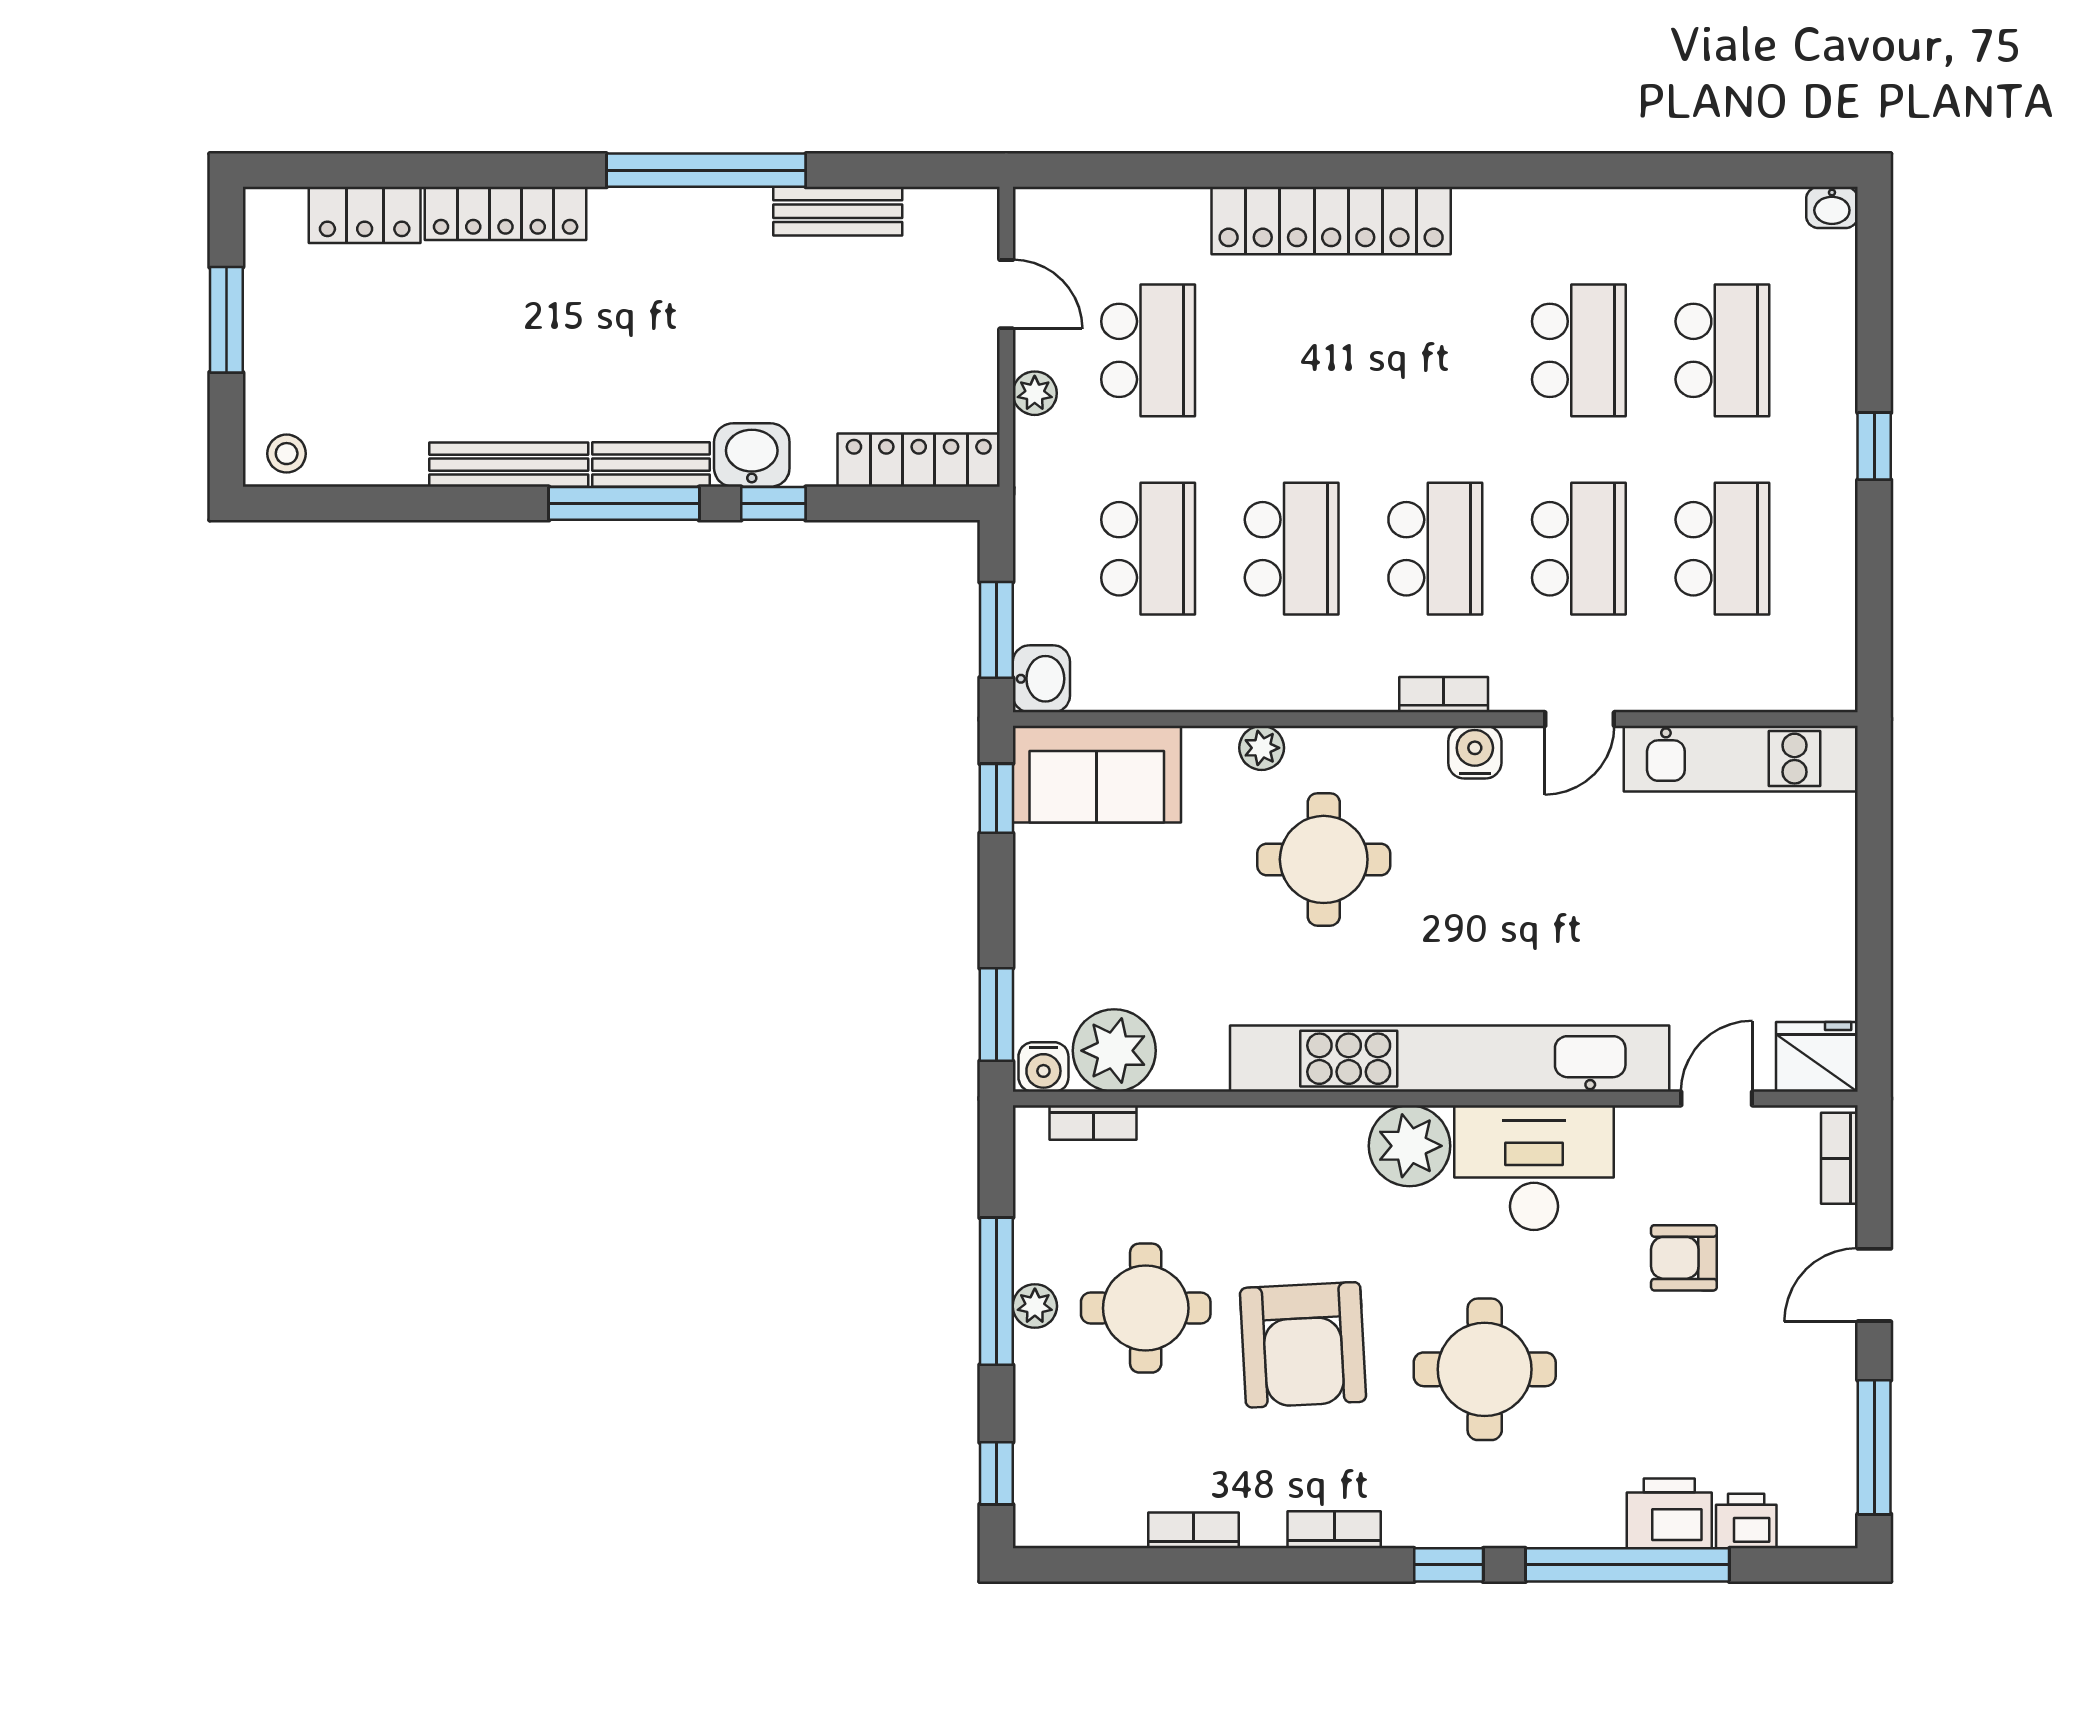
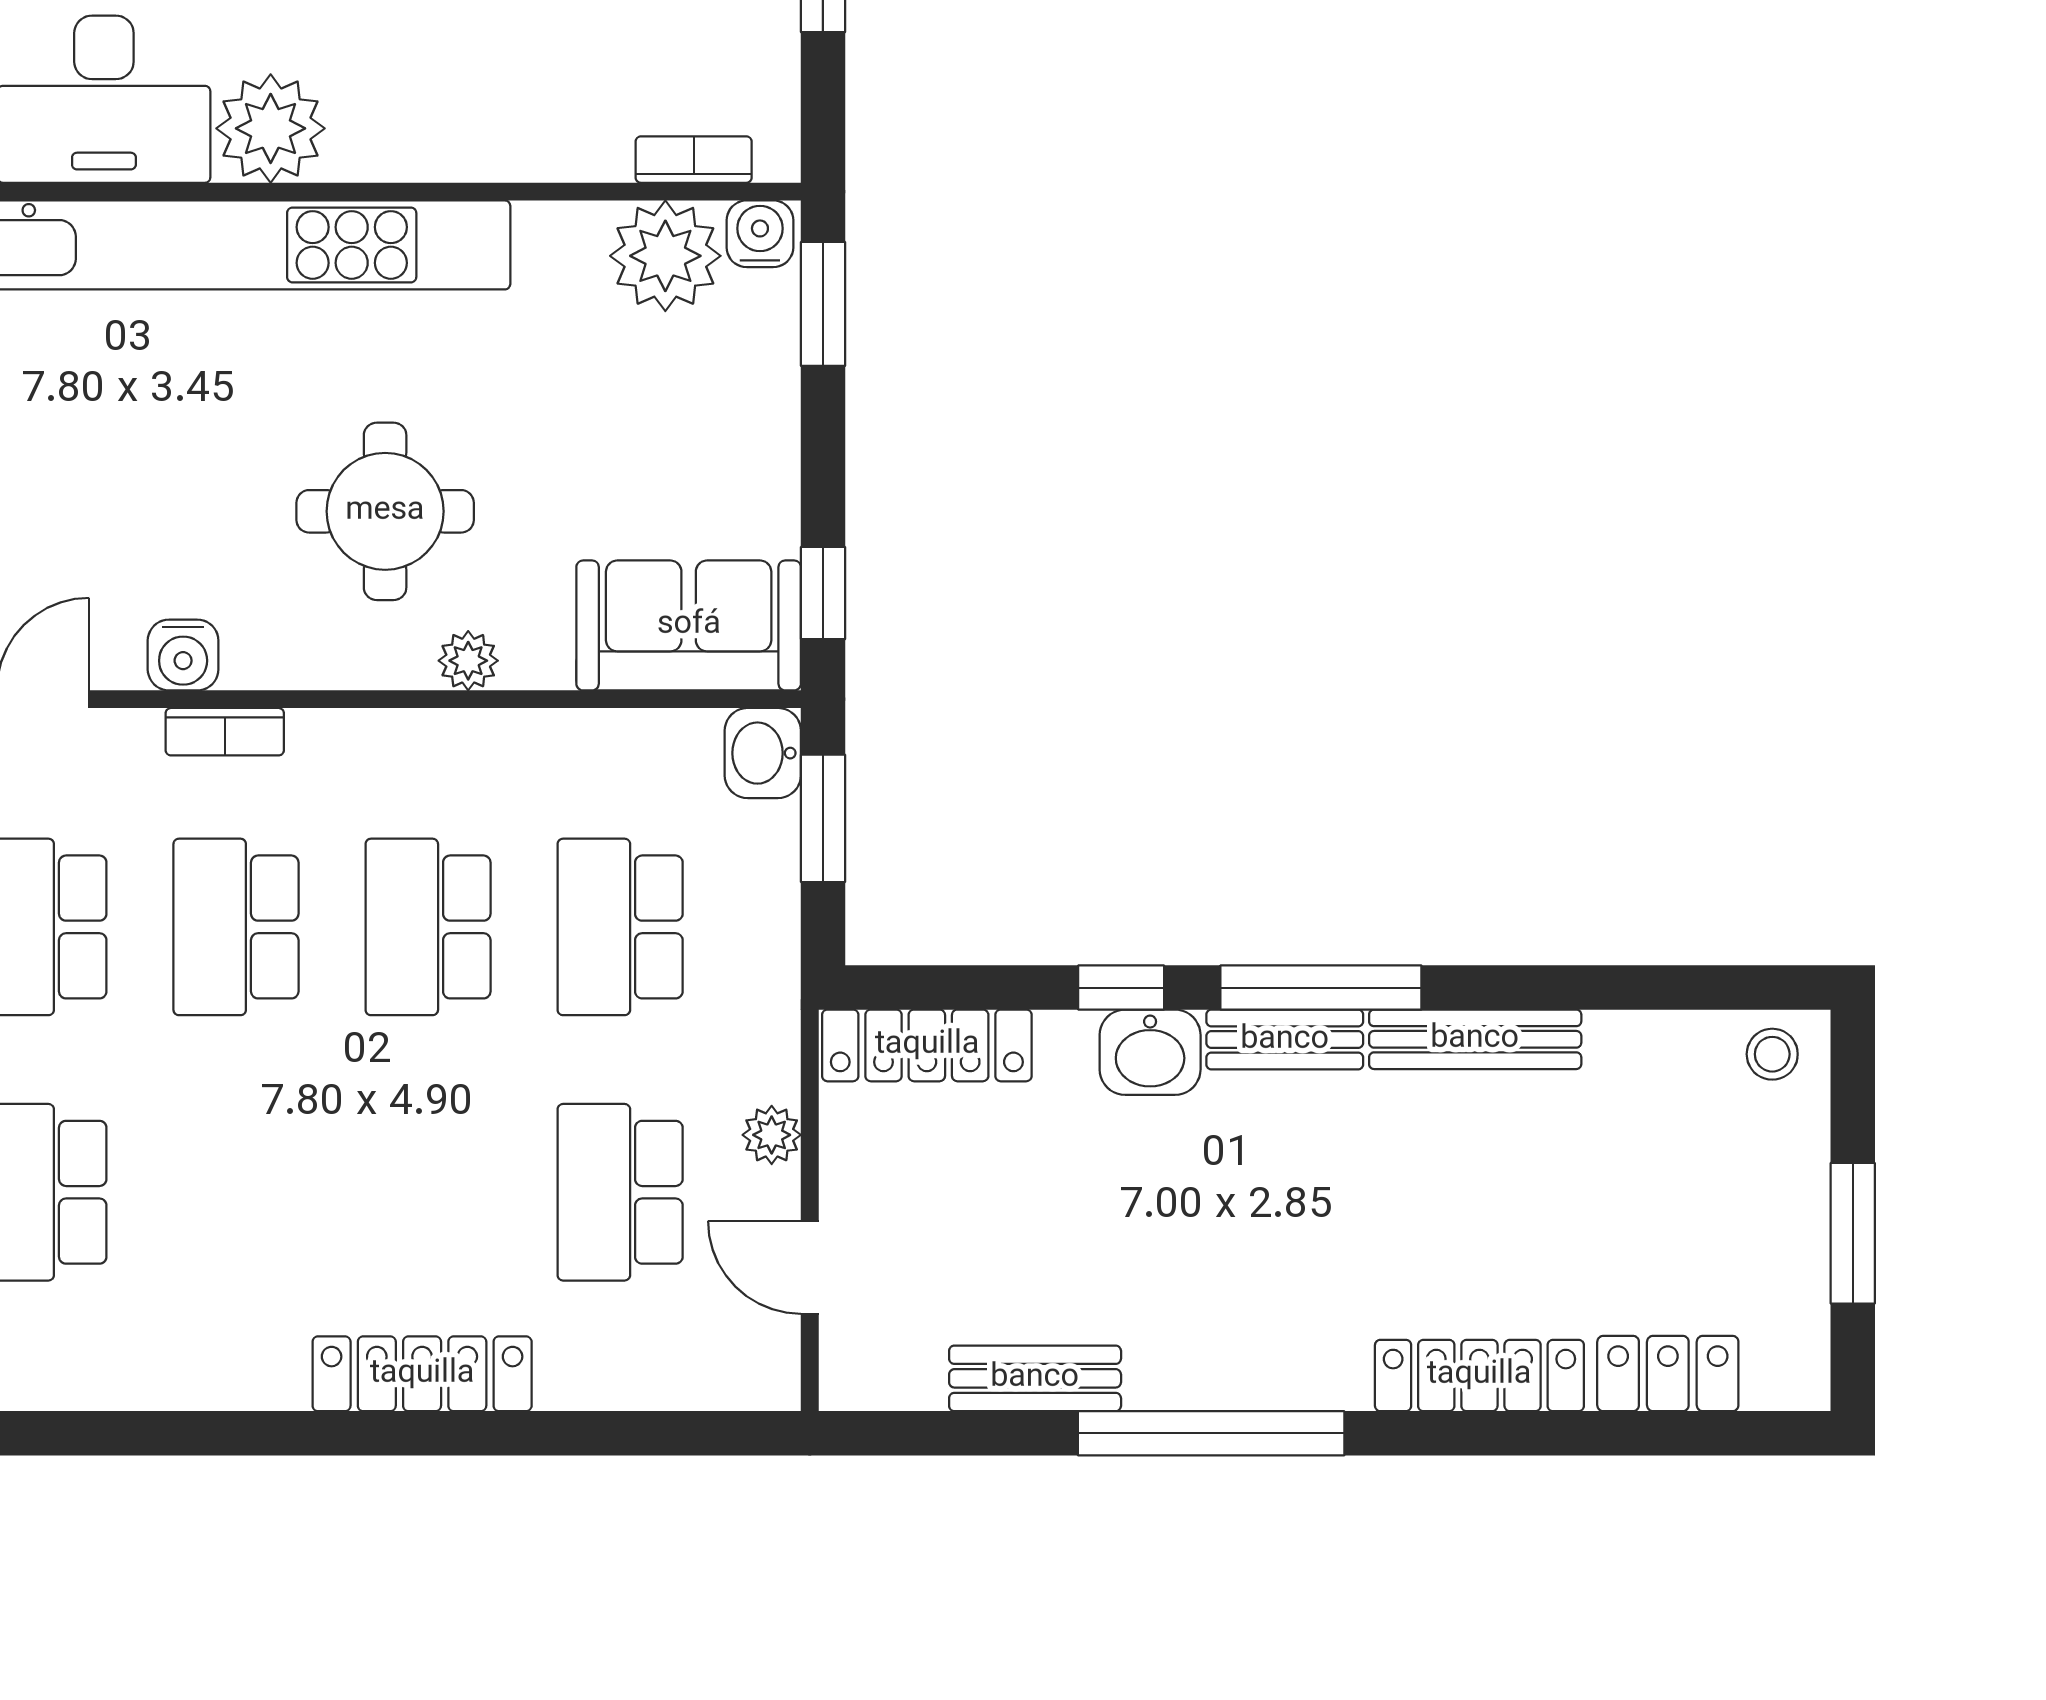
locker: (1331, 220) -> (422, 1374), width x0.71, depth x0.83

